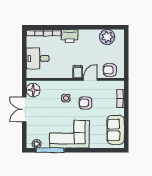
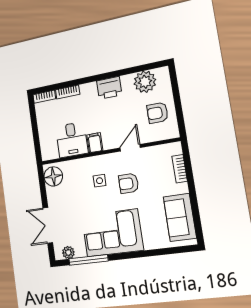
printer: (70, 36) -> (109, 88), moved
desk: (38, 58) -> (72, 140), moved, turned -90
armchair: (110, 70) -> (158, 113), moved
filing cabinet: (78, 72) -> (95, 143), moved
double door: (24, 109) -> (48, 225), moved

